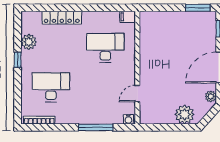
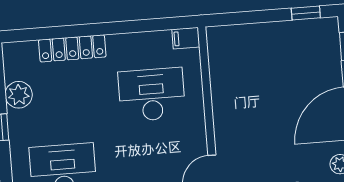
window: (198, 8) -> (306, 13), width x0.67

